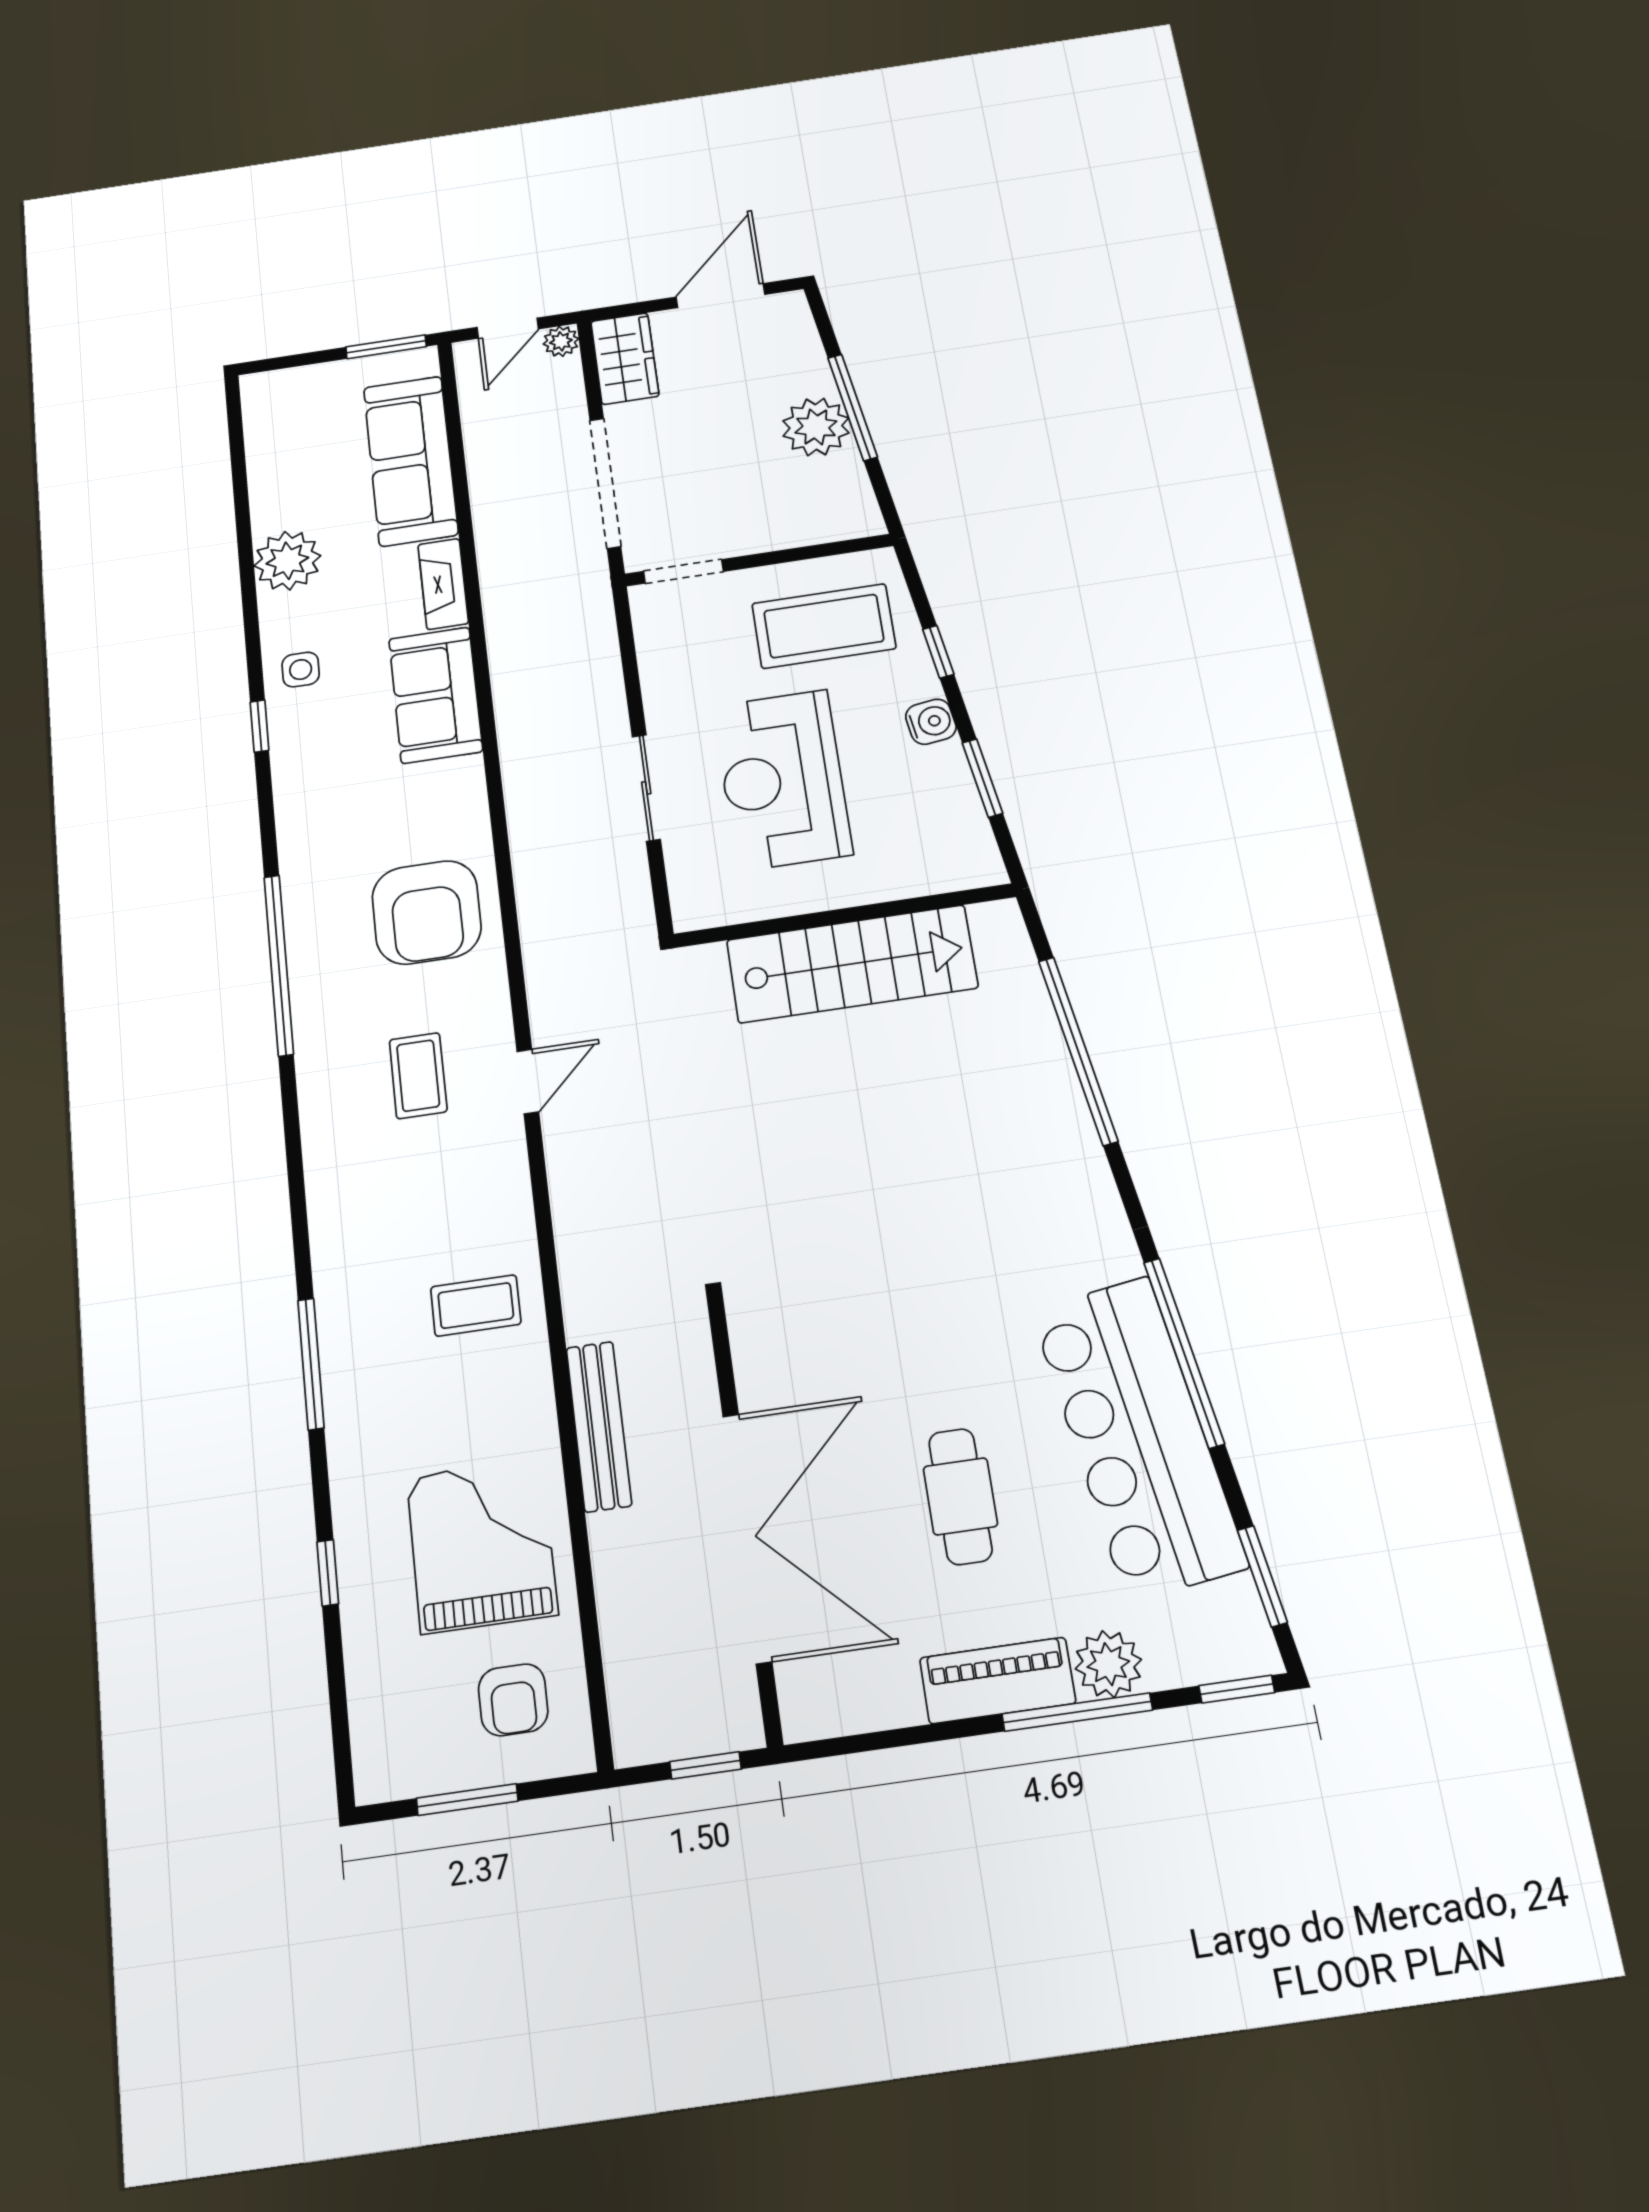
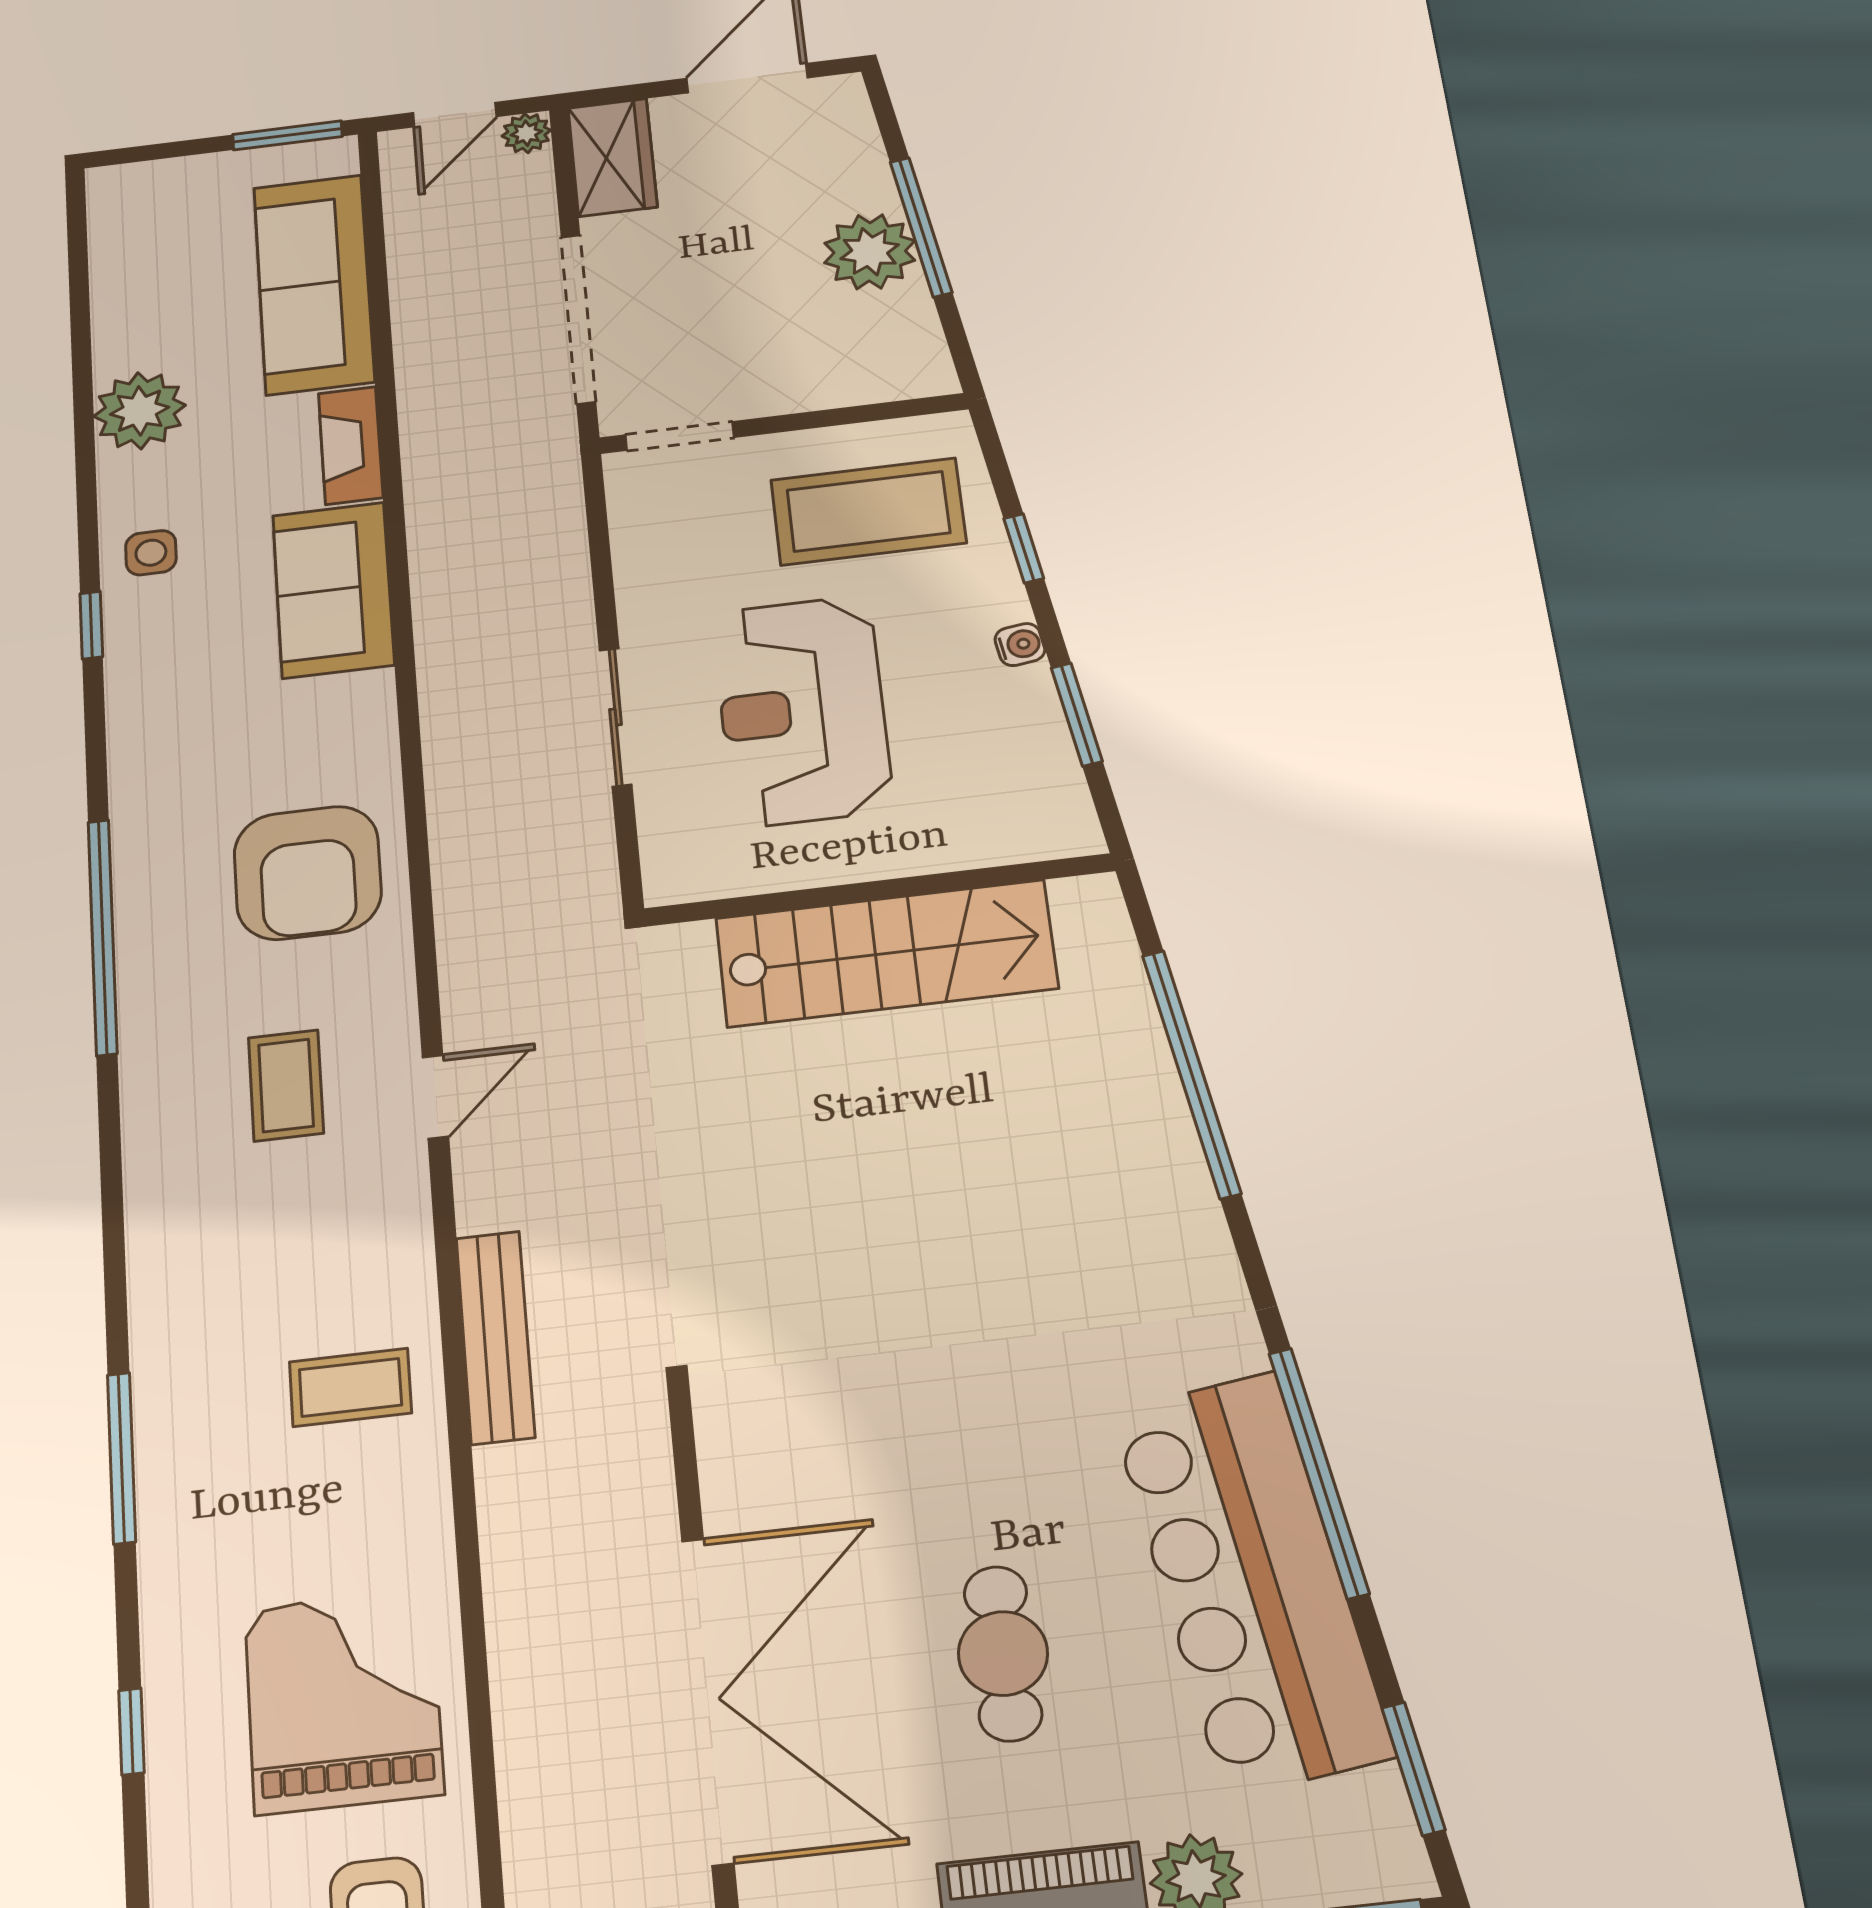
water cooler: (931, 722) -> (1020, 645), width x0.72, depth x0.72
bench: (599, 1426) -> (495, 1337), moved

